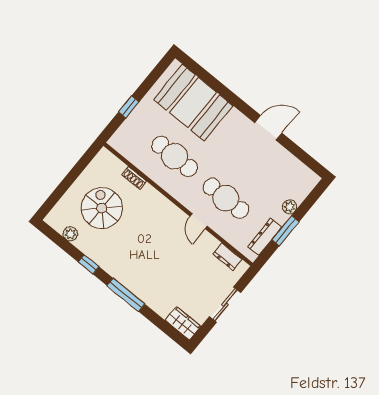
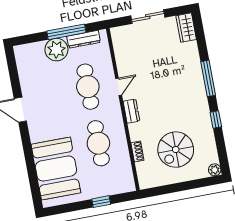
plant: (290, 207) -> (56, 50), width x1.87, depth x1.87
window: (285, 231) -> (66, 32), width x1.44
plant: (70, 234) -> (215, 170), moved
dresser: (227, 257) -> (131, 111), moved

